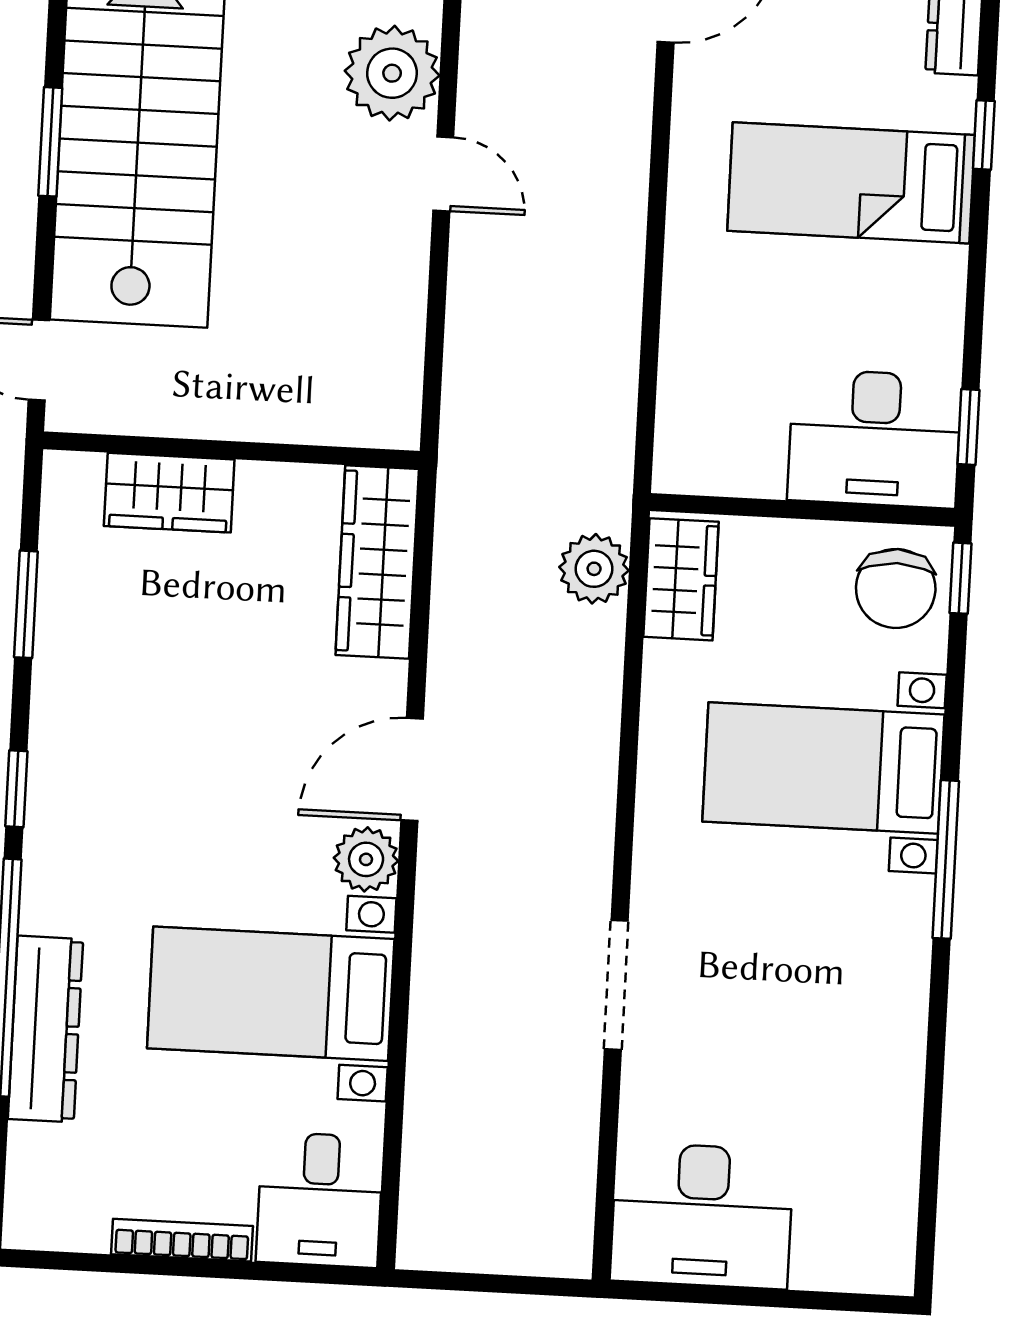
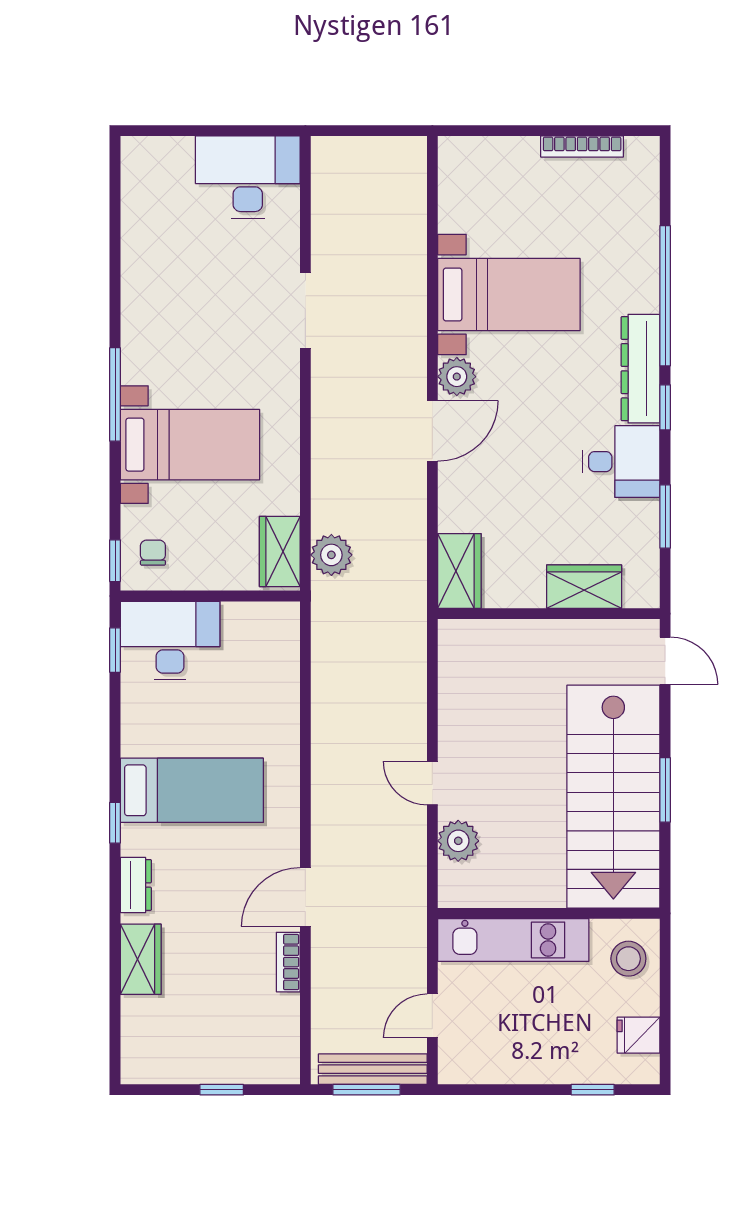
plant: (392, 73) -> (458, 841), width x0.73, depth x0.73
wardrobe: (377, 562) -> (459, 571), width x0.67
chair: (896, 588) -> (153, 553), width x0.54, depth x0.54
dresser: (46, 1029) -> (640, 369), moved
desk: (320, 1200) -> (621, 462), moved, turned 90
bookcase: (182, 1240) -> (582, 146), moved

